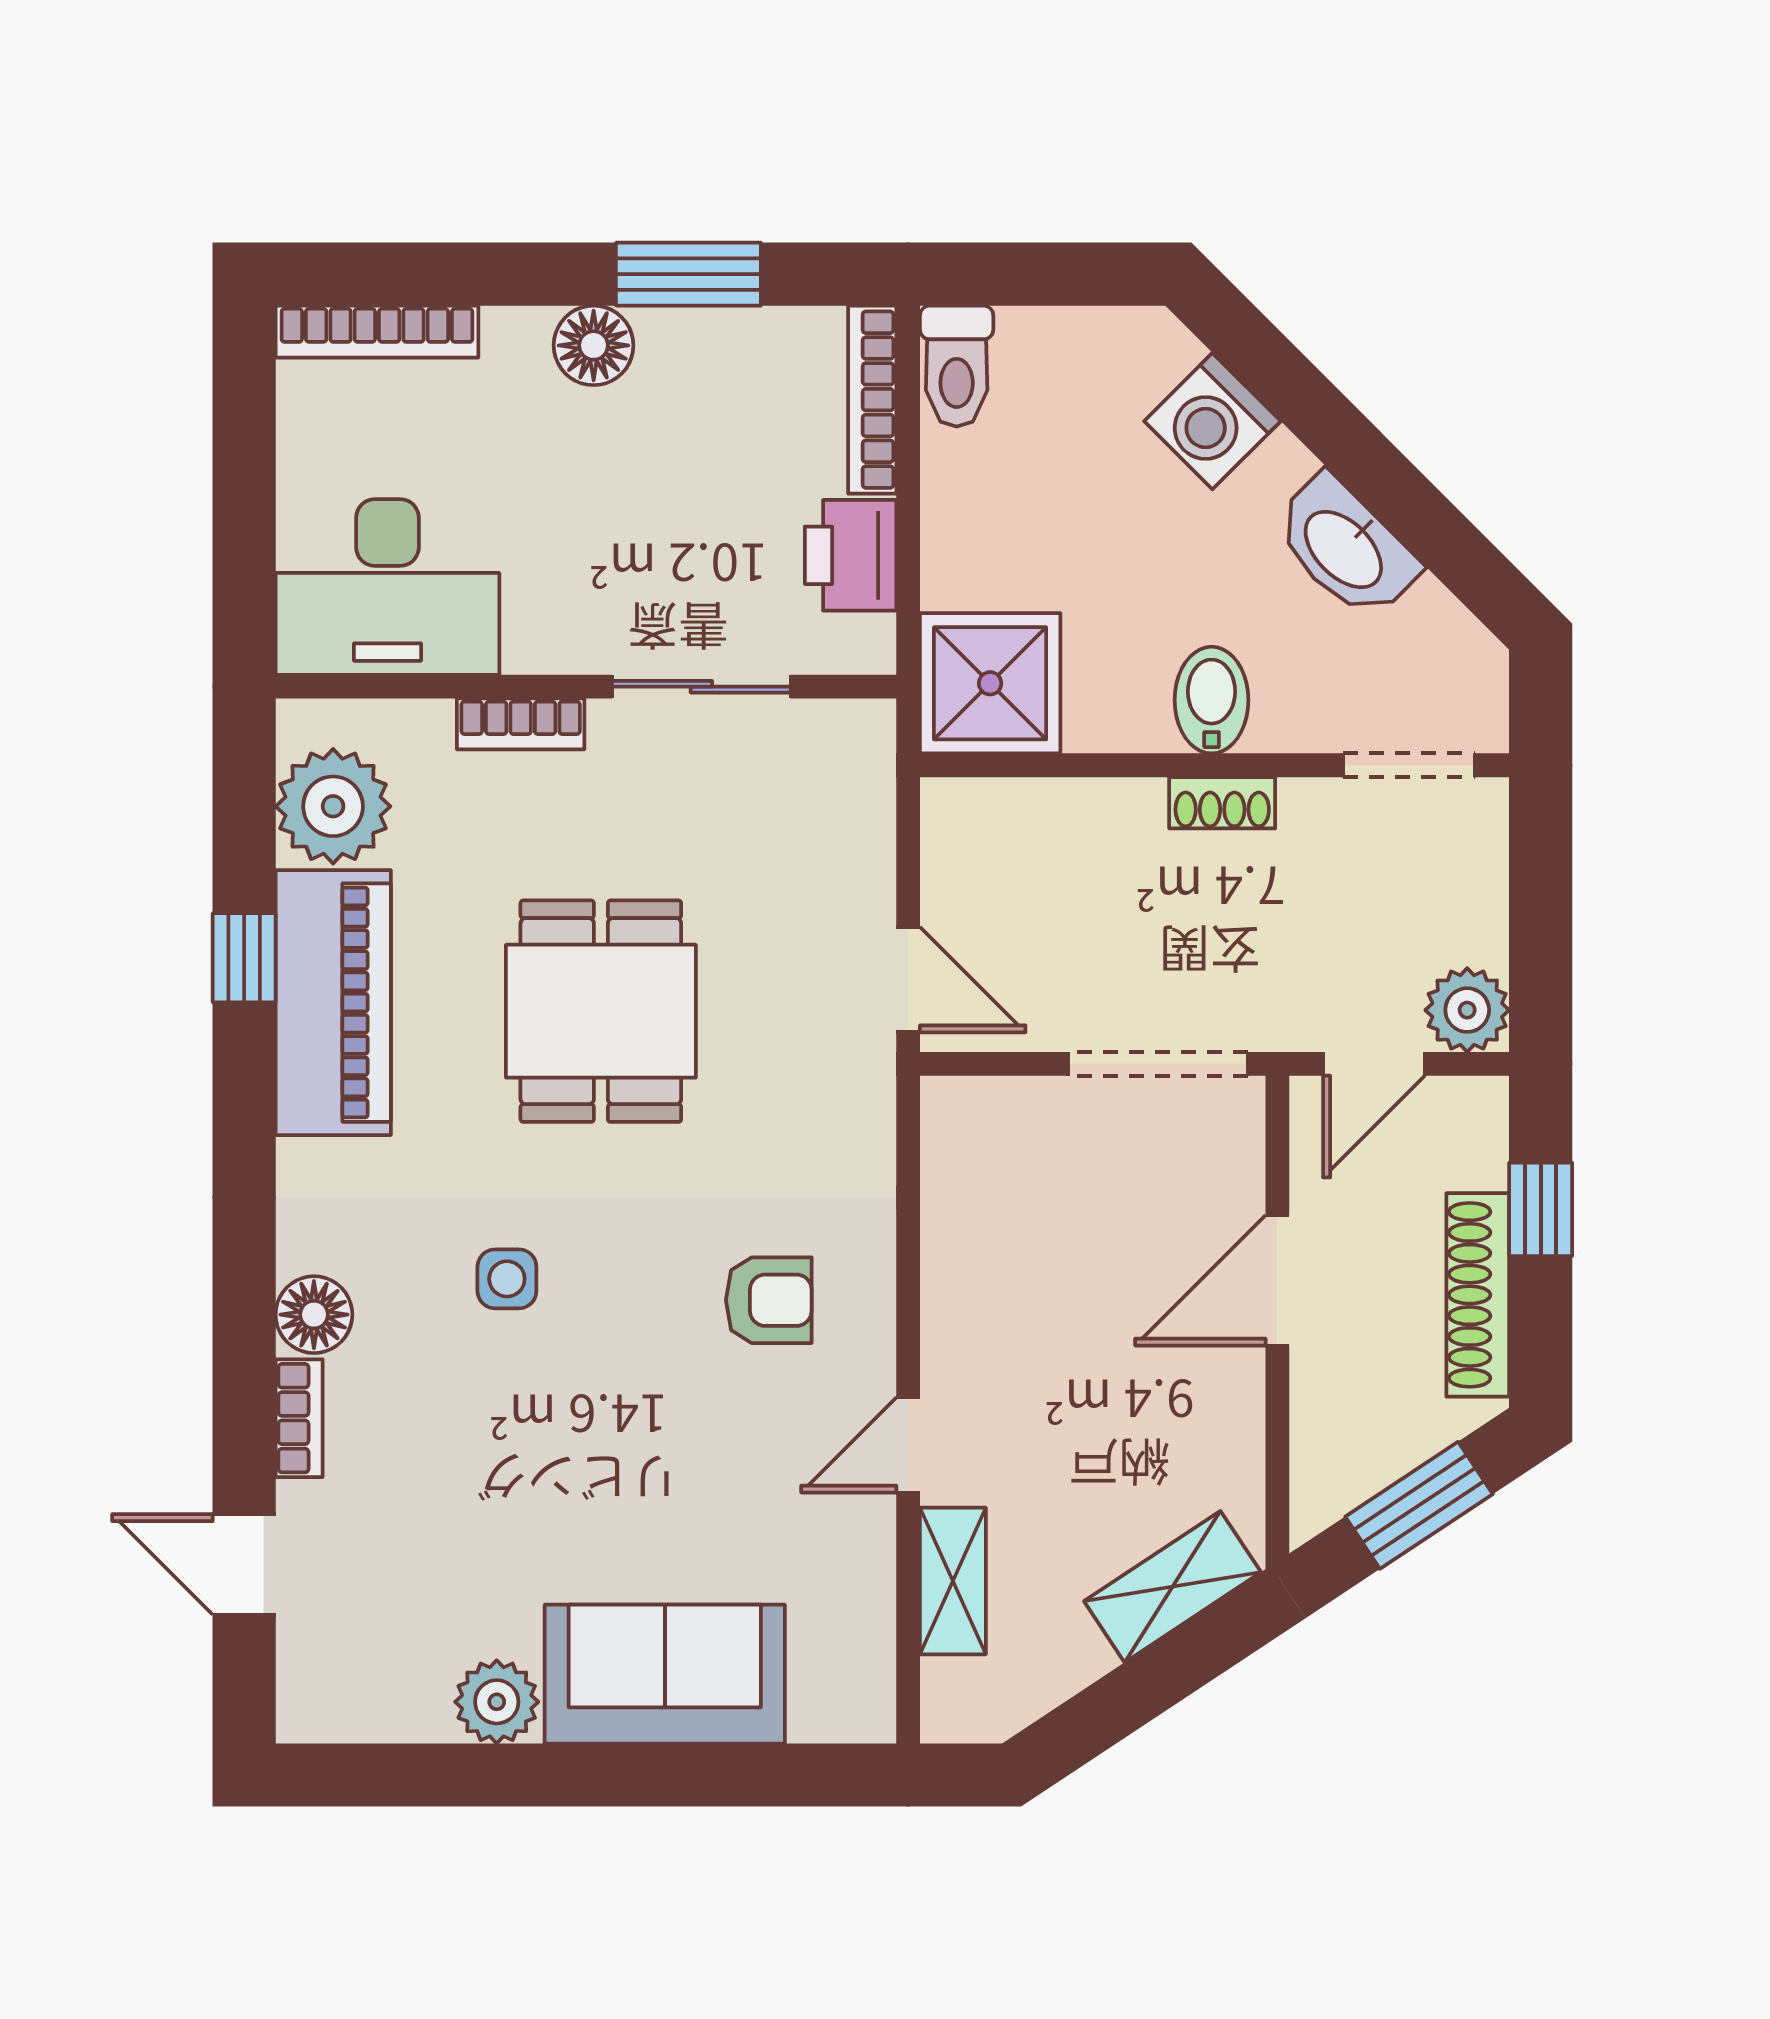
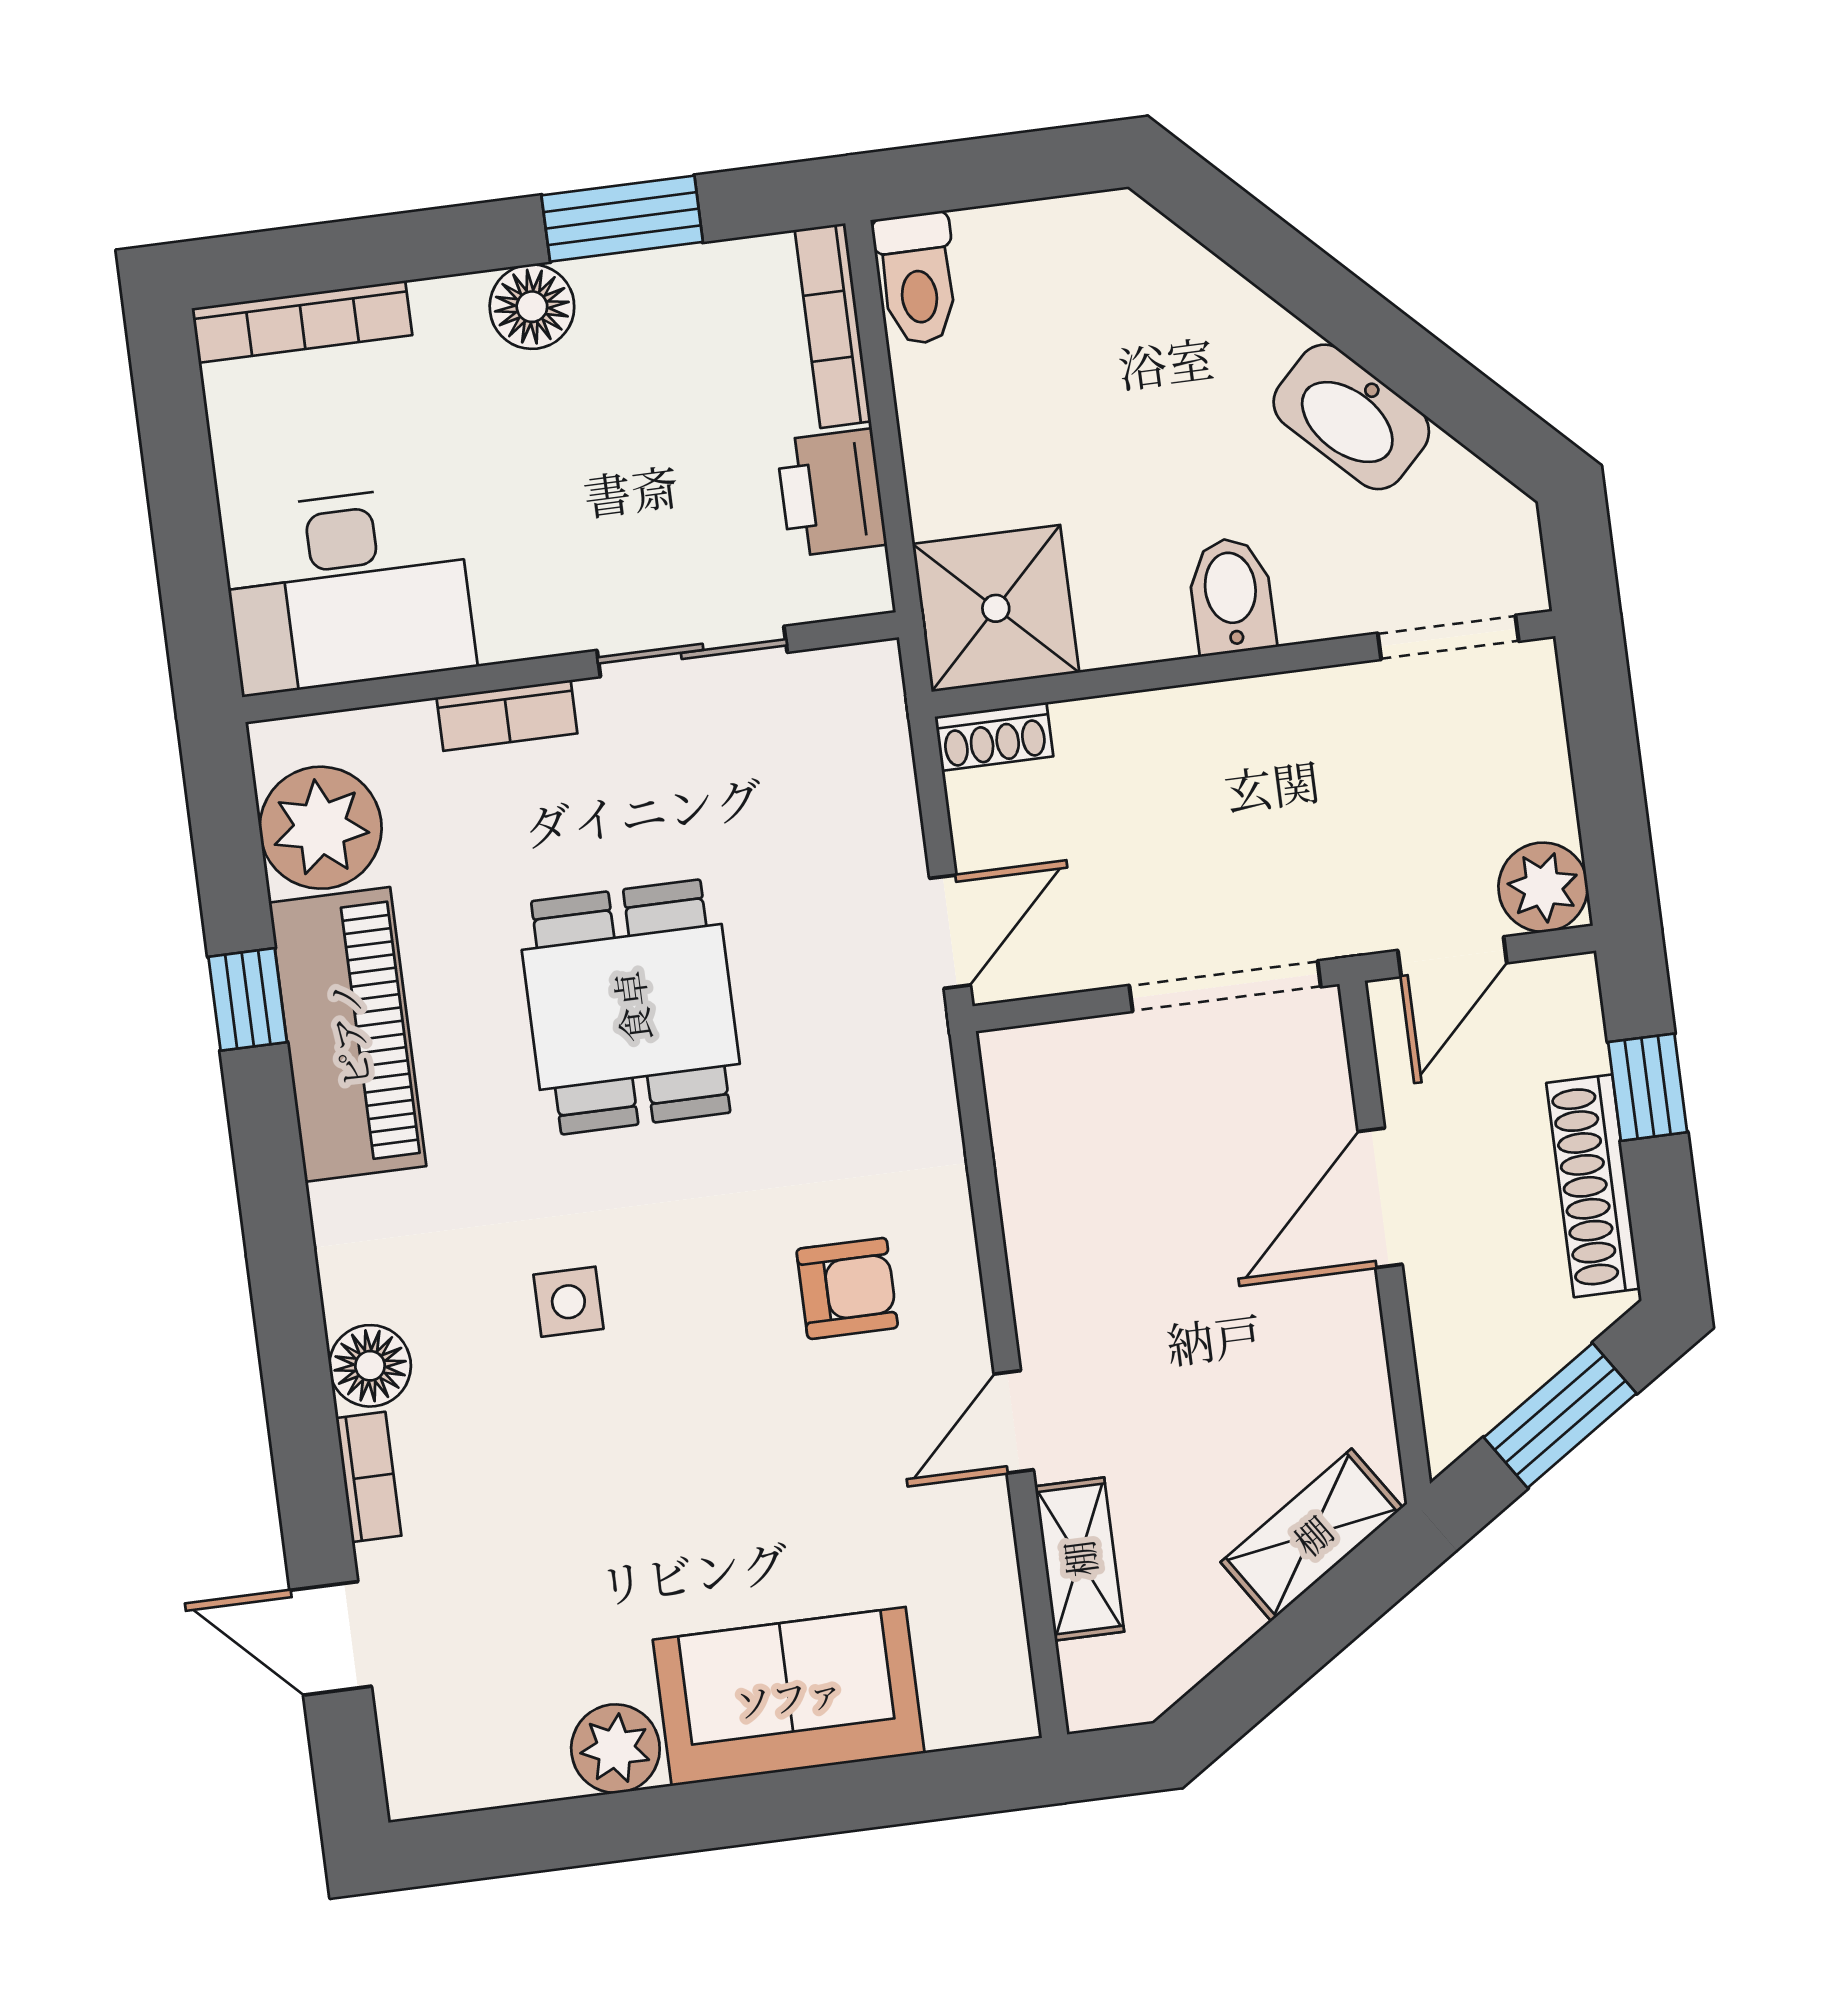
washing machine: (1212, 421) -> (1194, 302), removed
shoe rack: (1222, 803) -> (994, 737), moved
door: (908, 980) -> (950, 932), hinge flipped

